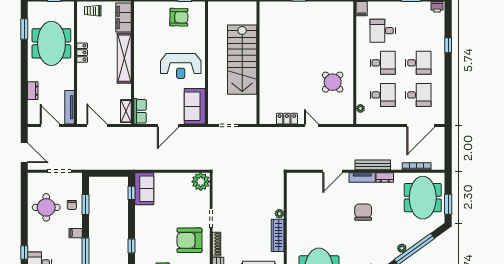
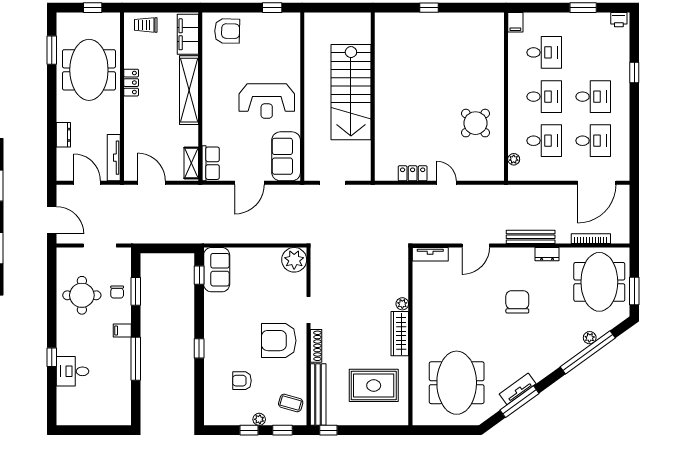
armchair: (179, 17) -> (227, 31), moved
desk: (383, 31) -> (544, 52), turned 180
tv unit: (362, 178) -> (430, 254), moved
plant: (402, 248) -> (590, 338), moved

